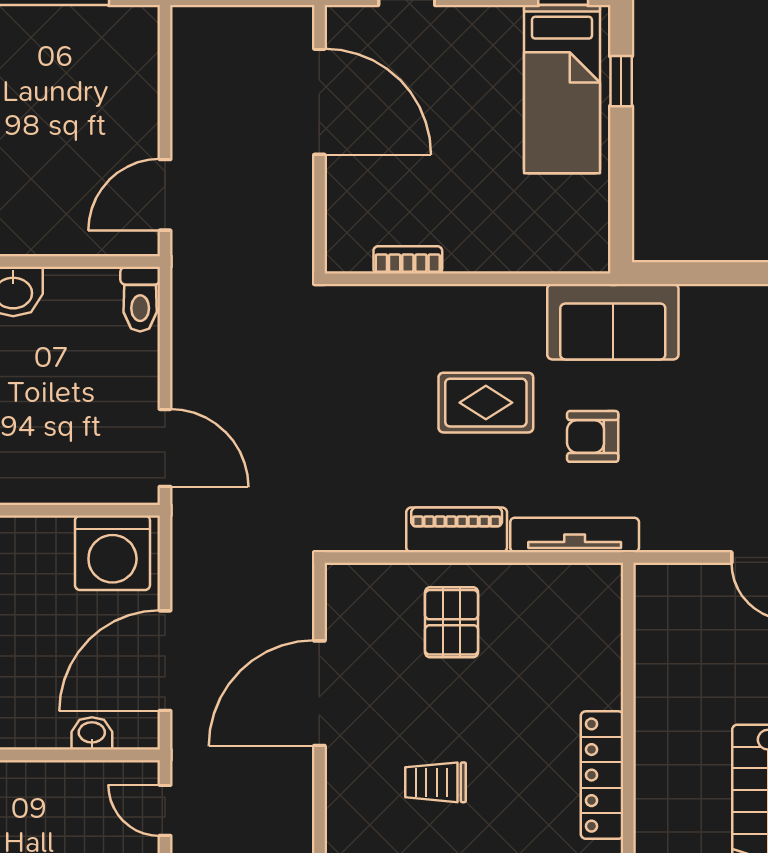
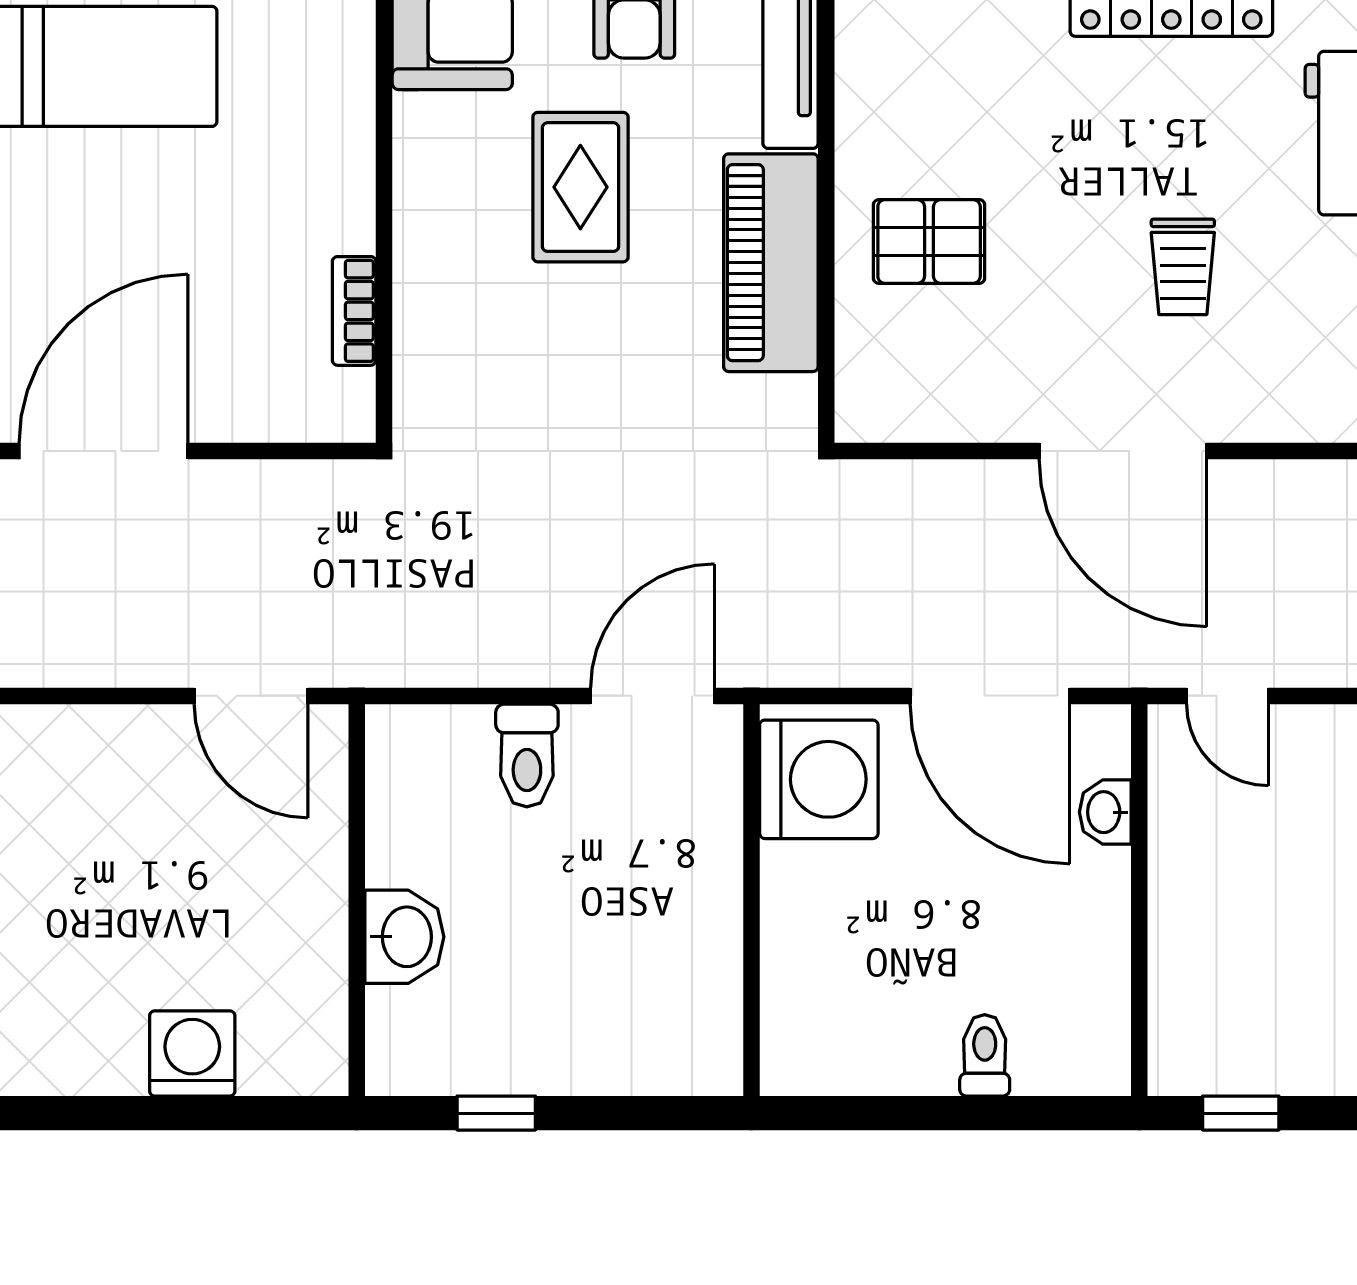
toilet: (140, 299) -> (527, 756), moved, turned 90
piano: (457, 530) -> (771, 263), width x1.37, depth x1.33
door: (319, 693) -> (1123, 451), moved
door: (165, 810) -> (1227, 696), hinge flipped

